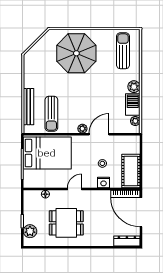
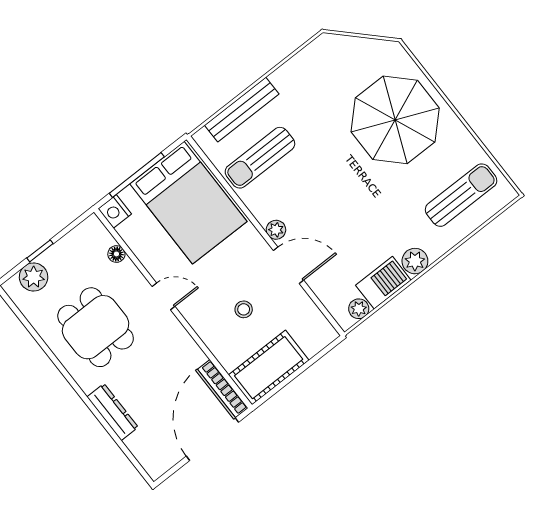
nightstand: (104, 183) -> (115, 211), moved
dresser: (127, 241) -> (113, 412), moved

